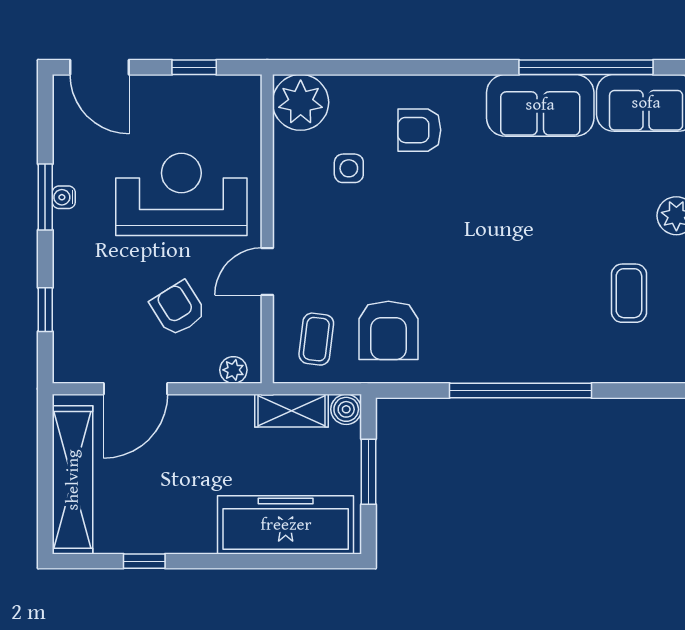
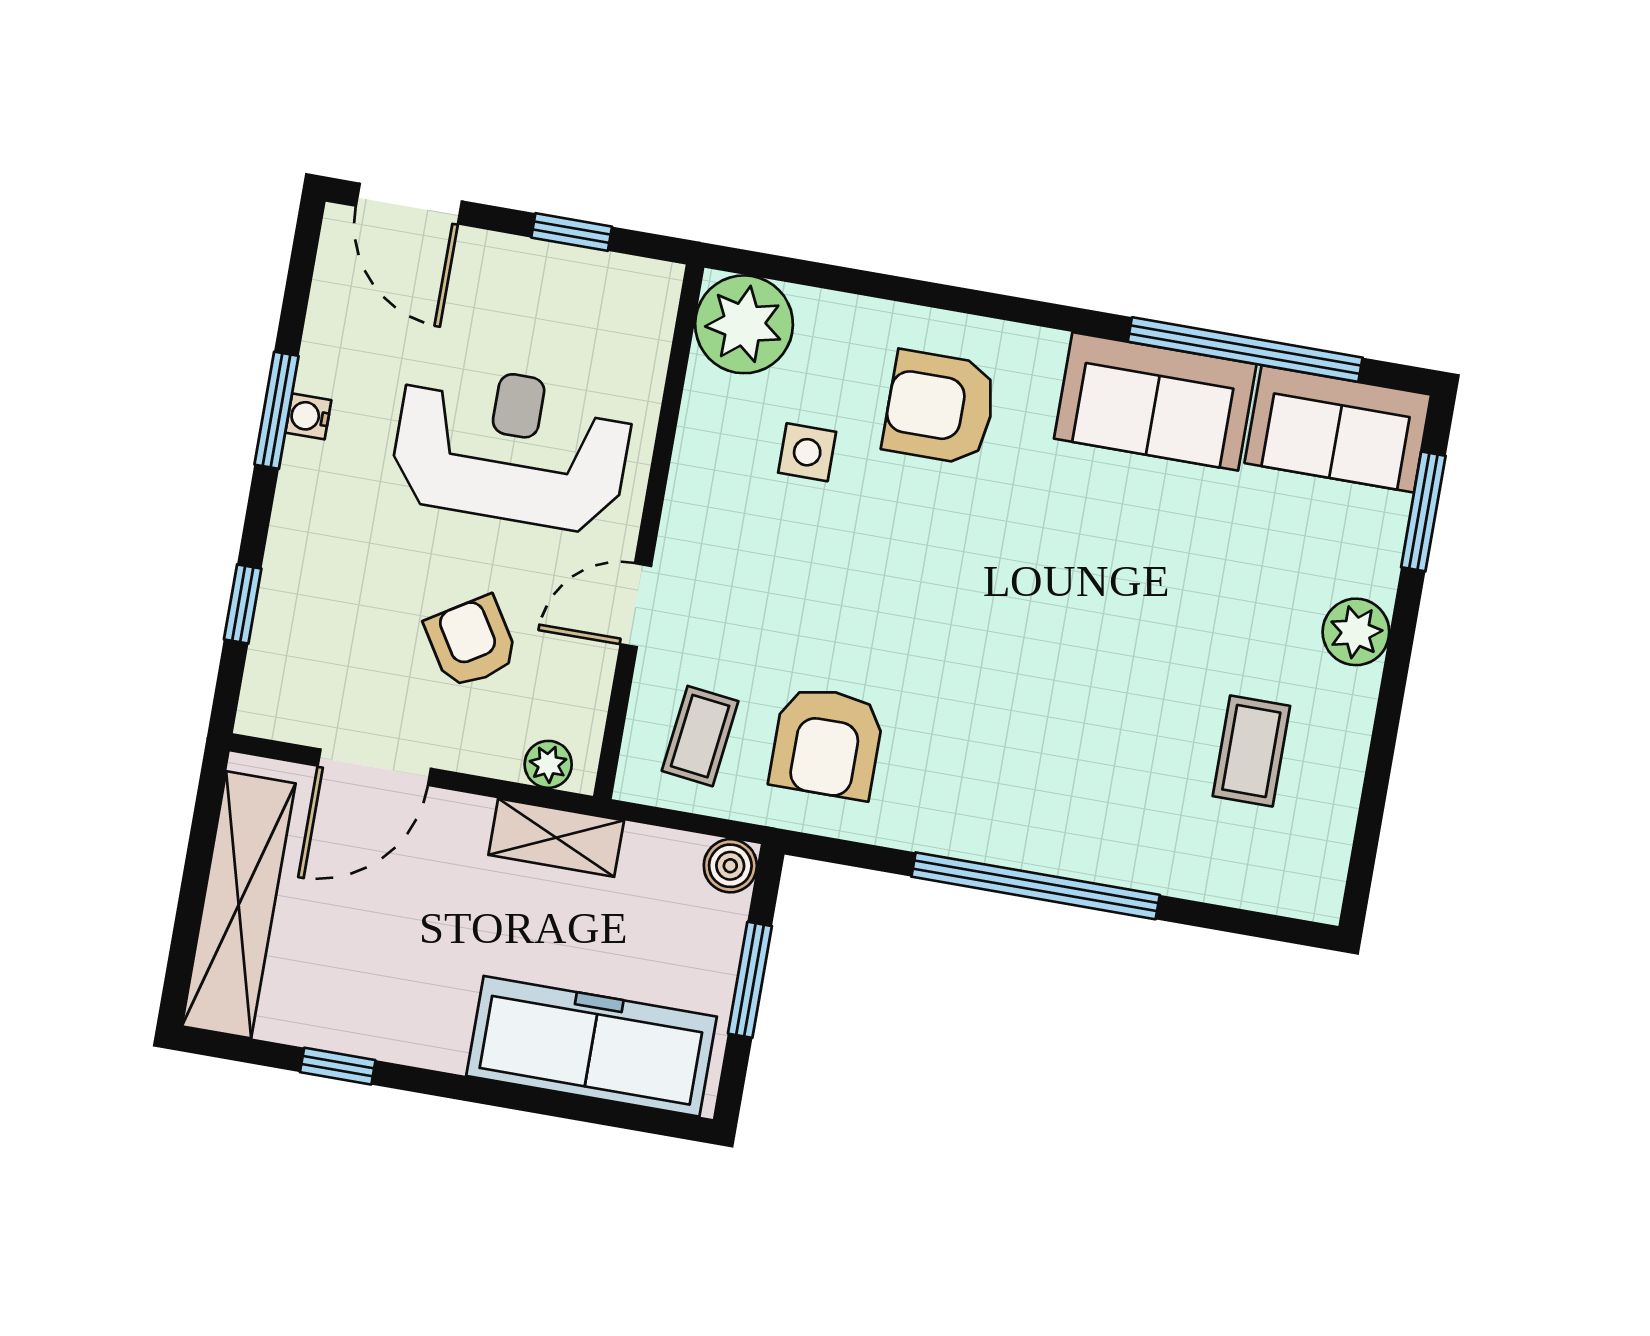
armchair: (419, 130) -> (940, 408), width x1.38, depth x1.38
shelving: (292, 411) -> (556, 838), moved

